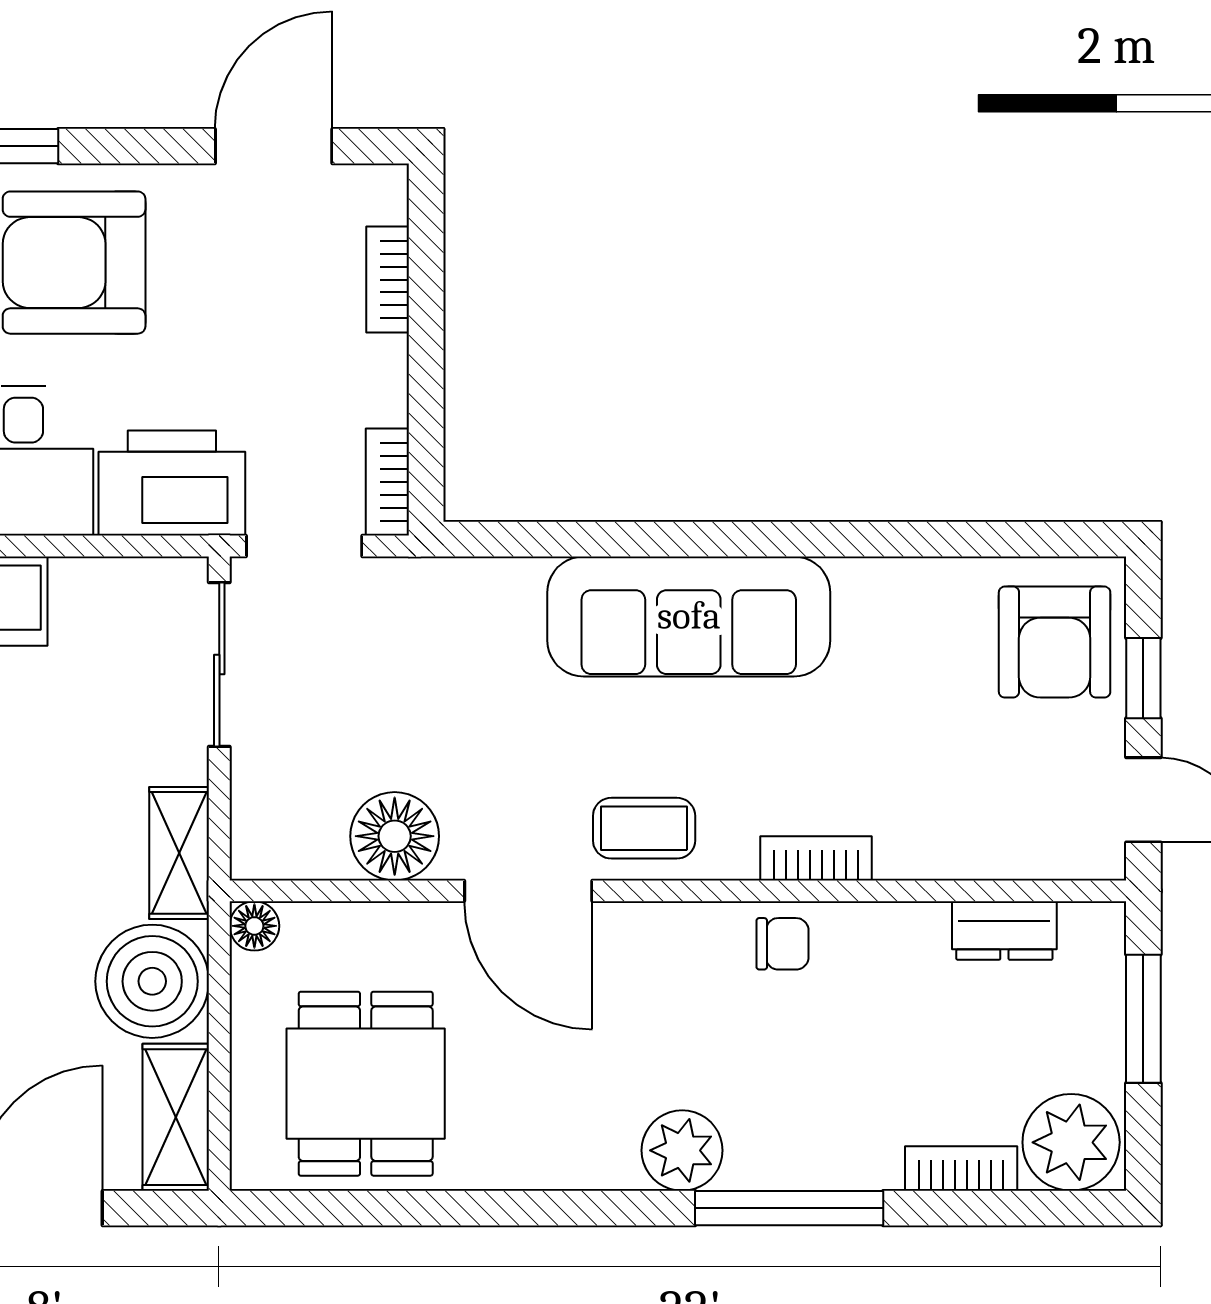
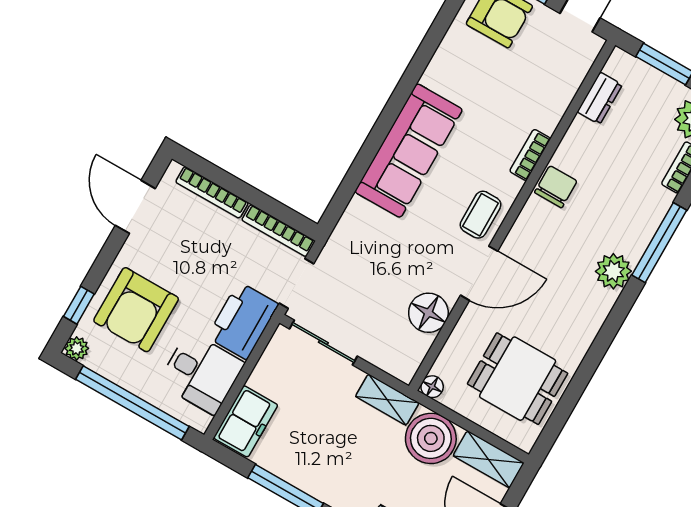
bookcase: (388, 280) -> (212, 192), width x1.56
bookcase: (387, 482) -> (278, 231), width x1.56
chair: (783, 944) -> (556, 187), width x1.37, depth x1.37

